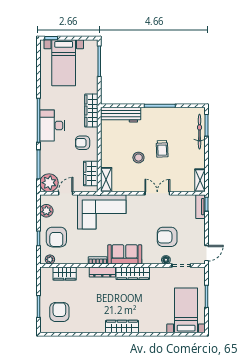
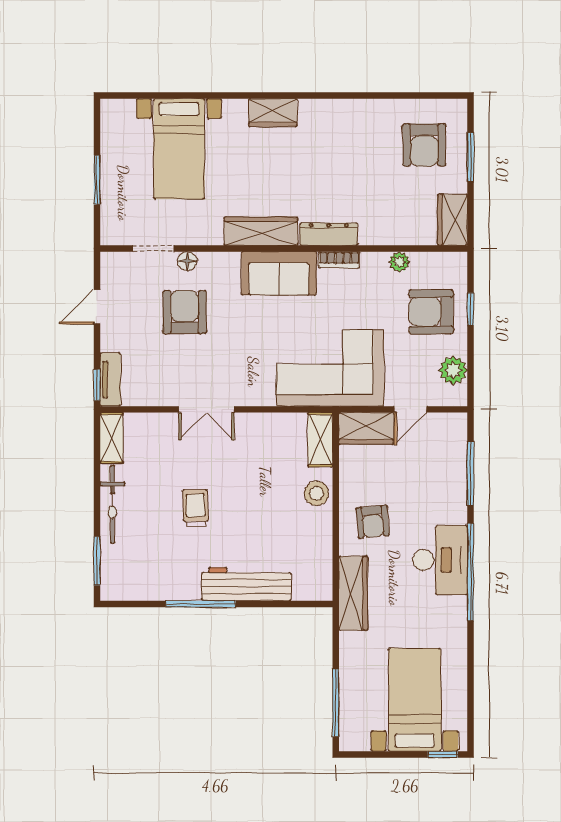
workbench: (121, 115) -> (246, 584), moved
bicycle: (200, 132) -> (112, 504), moved
armchair: (83, 143) -> (373, 522), turned 85
stool: (138, 158) -> (316, 493), moved
wardrobe: (91, 173) -> (366, 428), moved, turned 90
plant: (49, 183) -> (447, 433), removed
armchair: (56, 237) -> (431, 312), turned -90
armchair: (167, 237) -> (185, 312), turned -90
door: (206, 253) -> (97, 307), moved
plant: (50, 259) -> (399, 262), moved
wardrobe: (65, 274) -> (453, 220), moved, turned -90
bed with nightstands: (186, 310) -> (179, 149), moved
wardrobe: (122, 327) -> (273, 113), width x0.67

